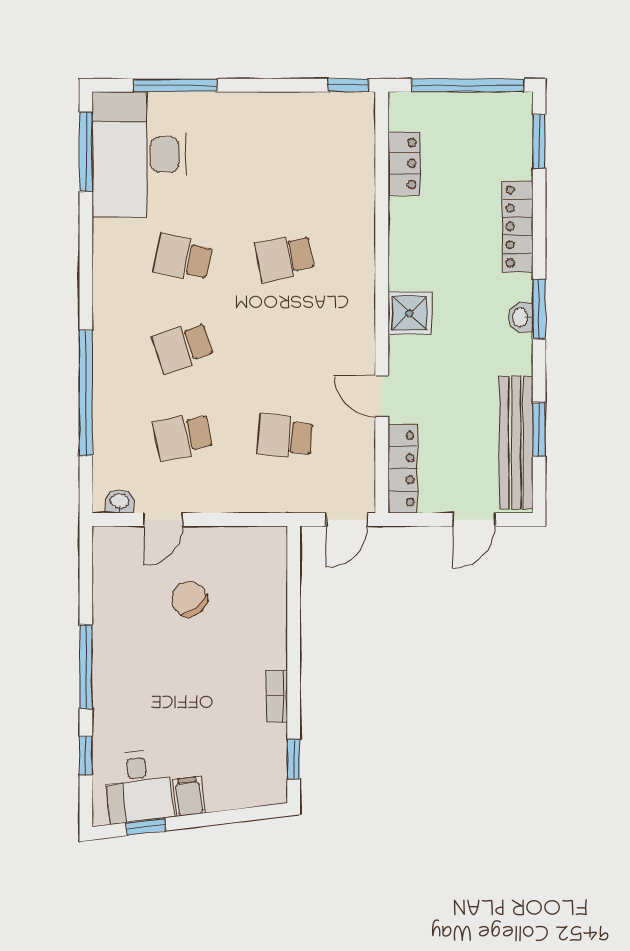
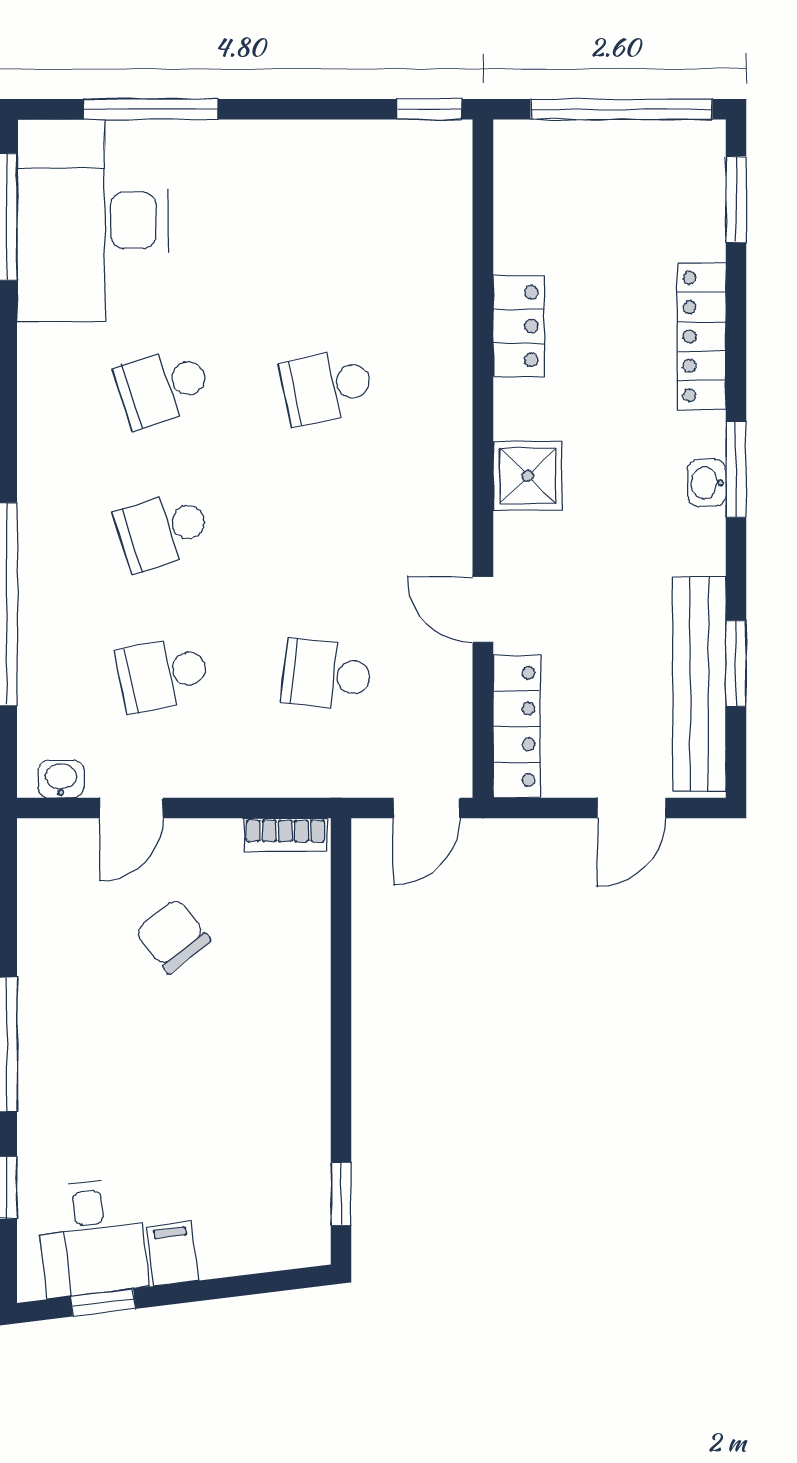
locker: (404, 163) -> (519, 326), moved
school desk: (183, 258) -> (163, 387), turned -30
bookcase: (277, 697) -> (285, 835), moved, turned -90

